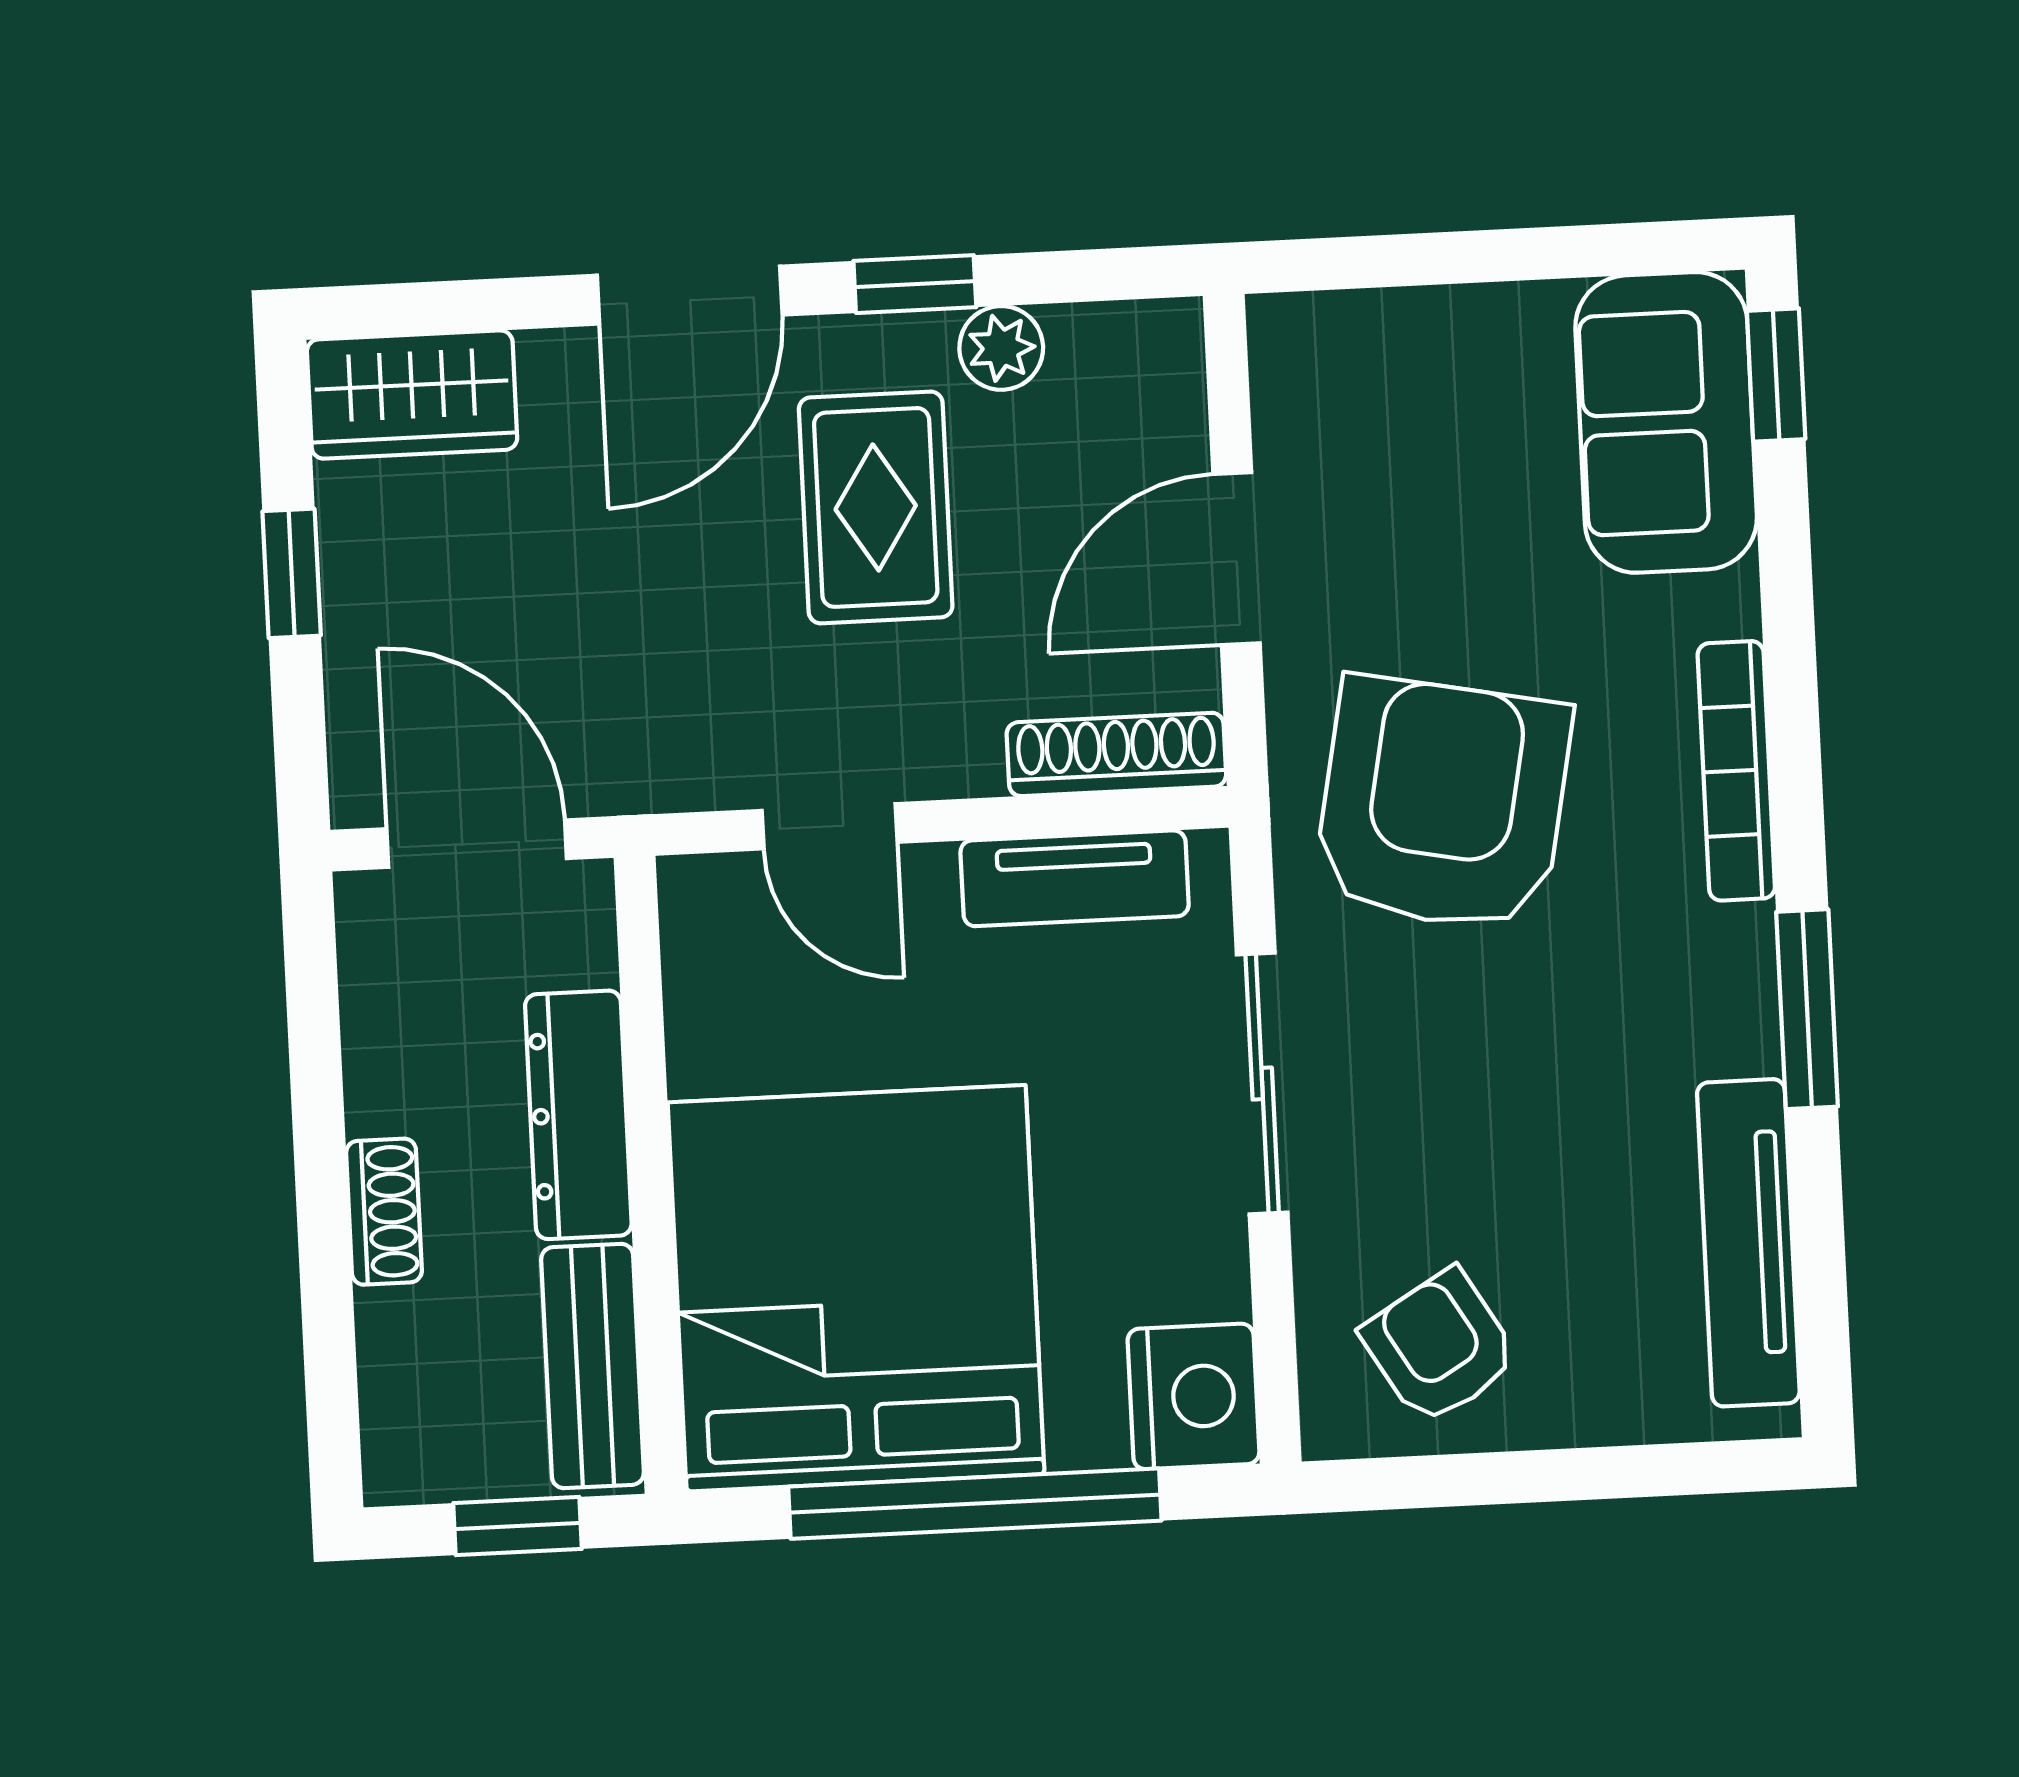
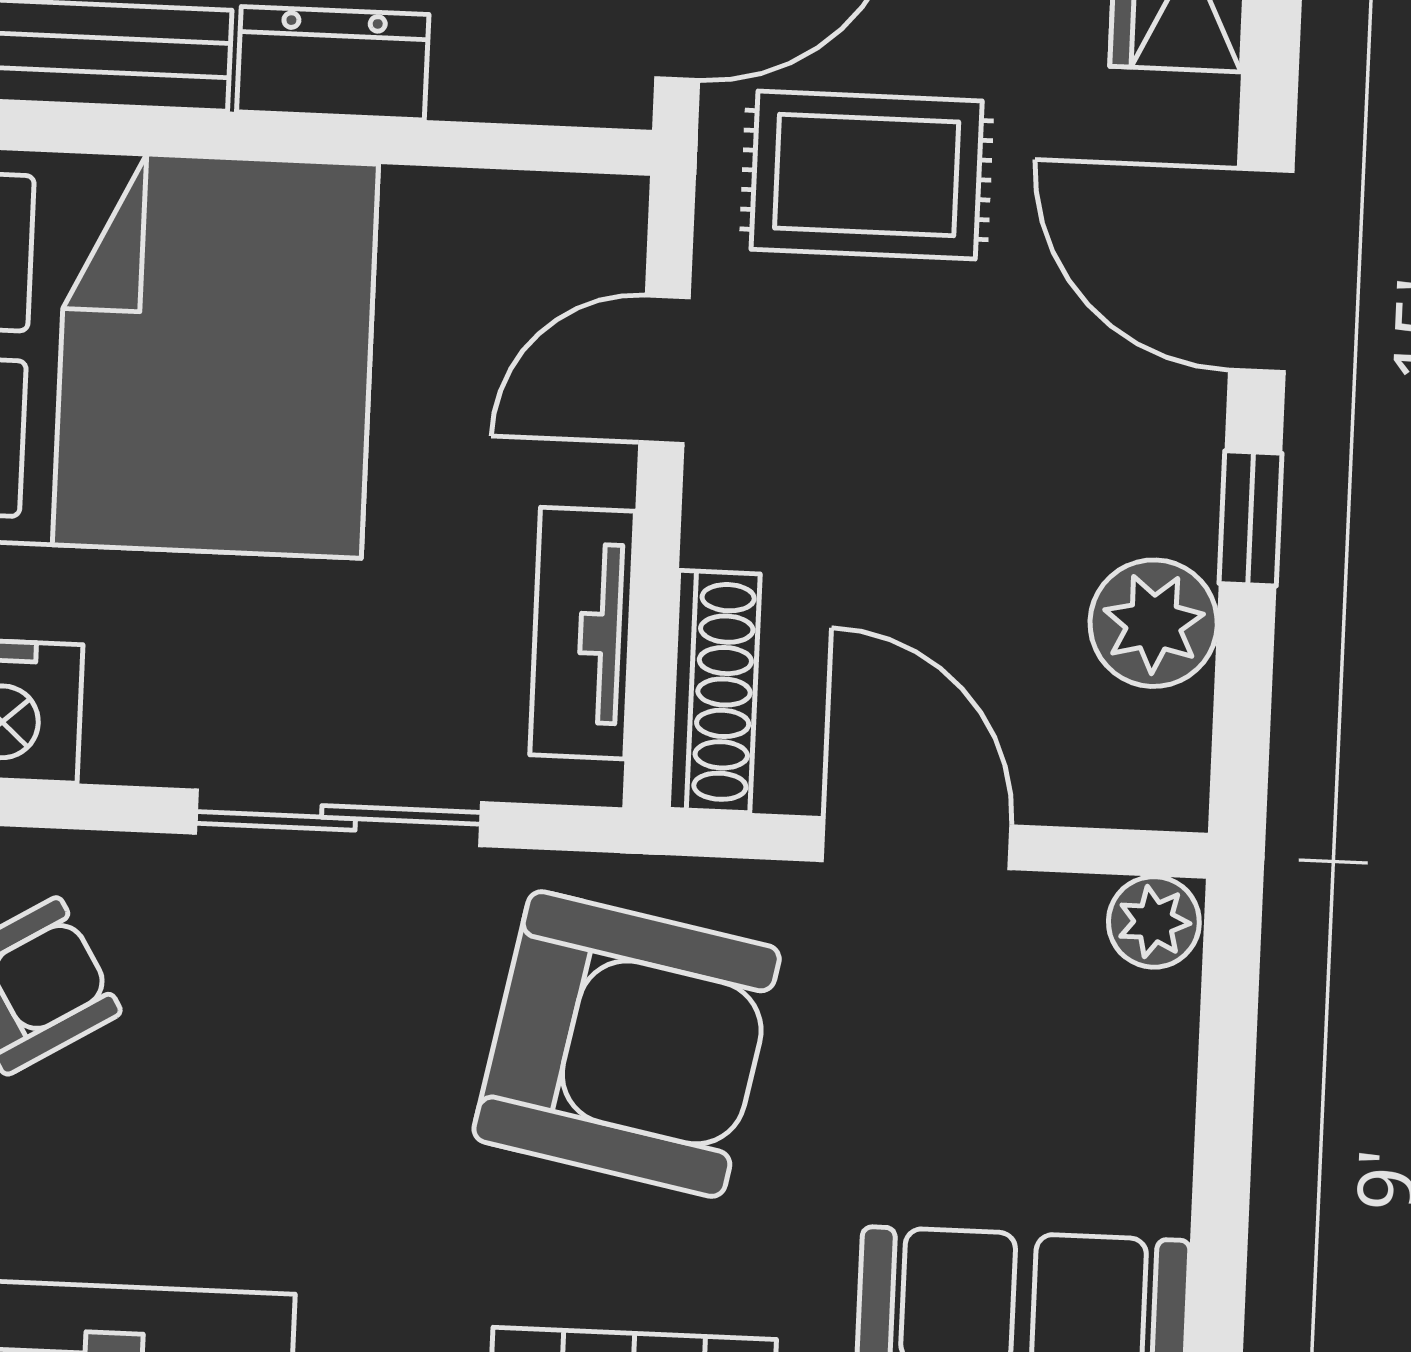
plant: (1288, 338) -> (1154, 922), added
plant: (1001, 348) -> (1154, 623), width x1.38, depth x1.38
rug: (876, 507) -> (867, 175), moved
dresser: (578, 1115) -> (333, 63), width x0.70

